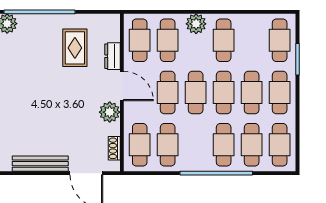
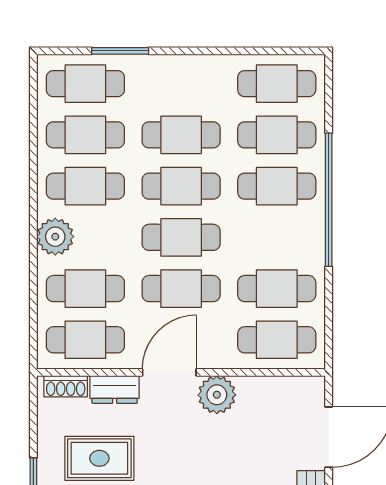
cafe table: (280, 93) -> (85, 135), moved
shoe rack: (114, 148) -> (66, 386), moved

